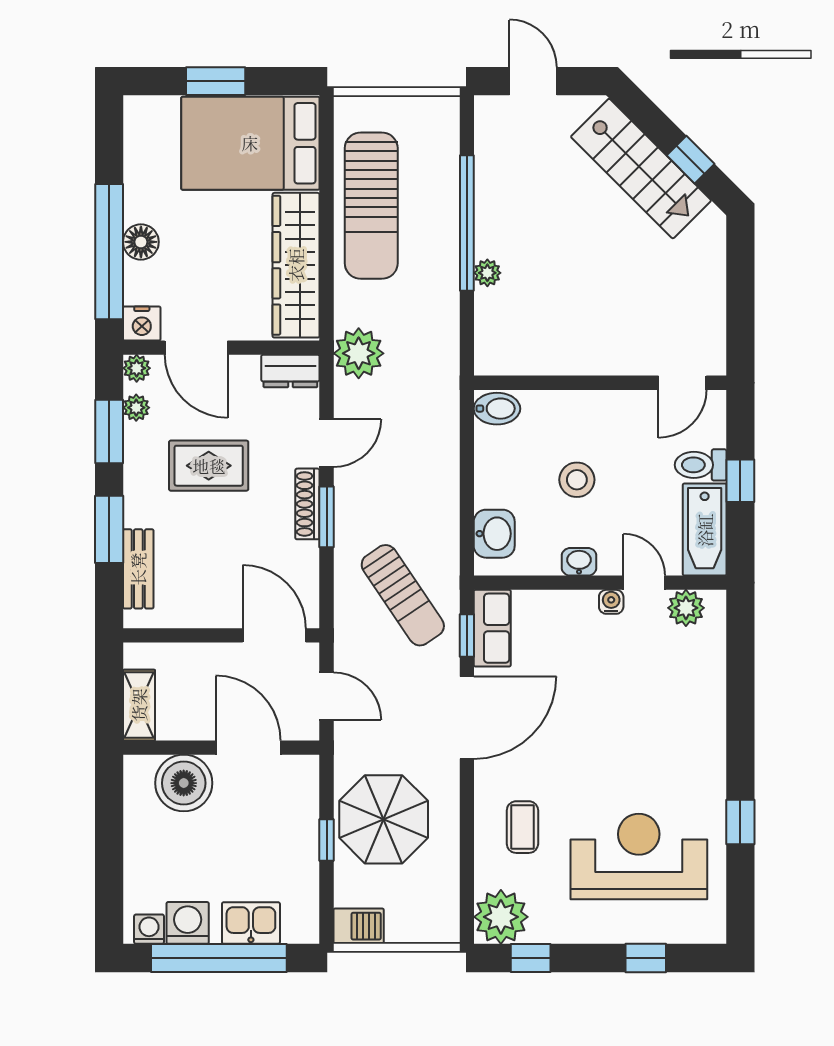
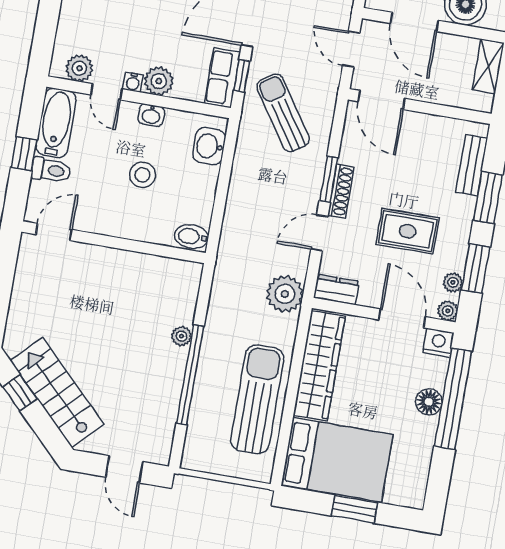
plant: (577, 609) -> (159, 81), added

